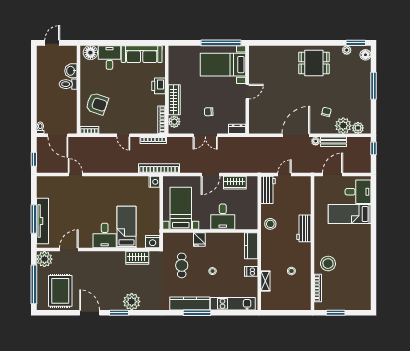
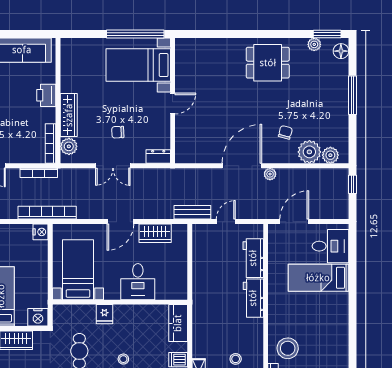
bench: (333, 142) -> (192, 212), moved
workbench: (268, 190) -> (253, 258), moved, turned 180
stool: (270, 224) -> (206, 292), removed

